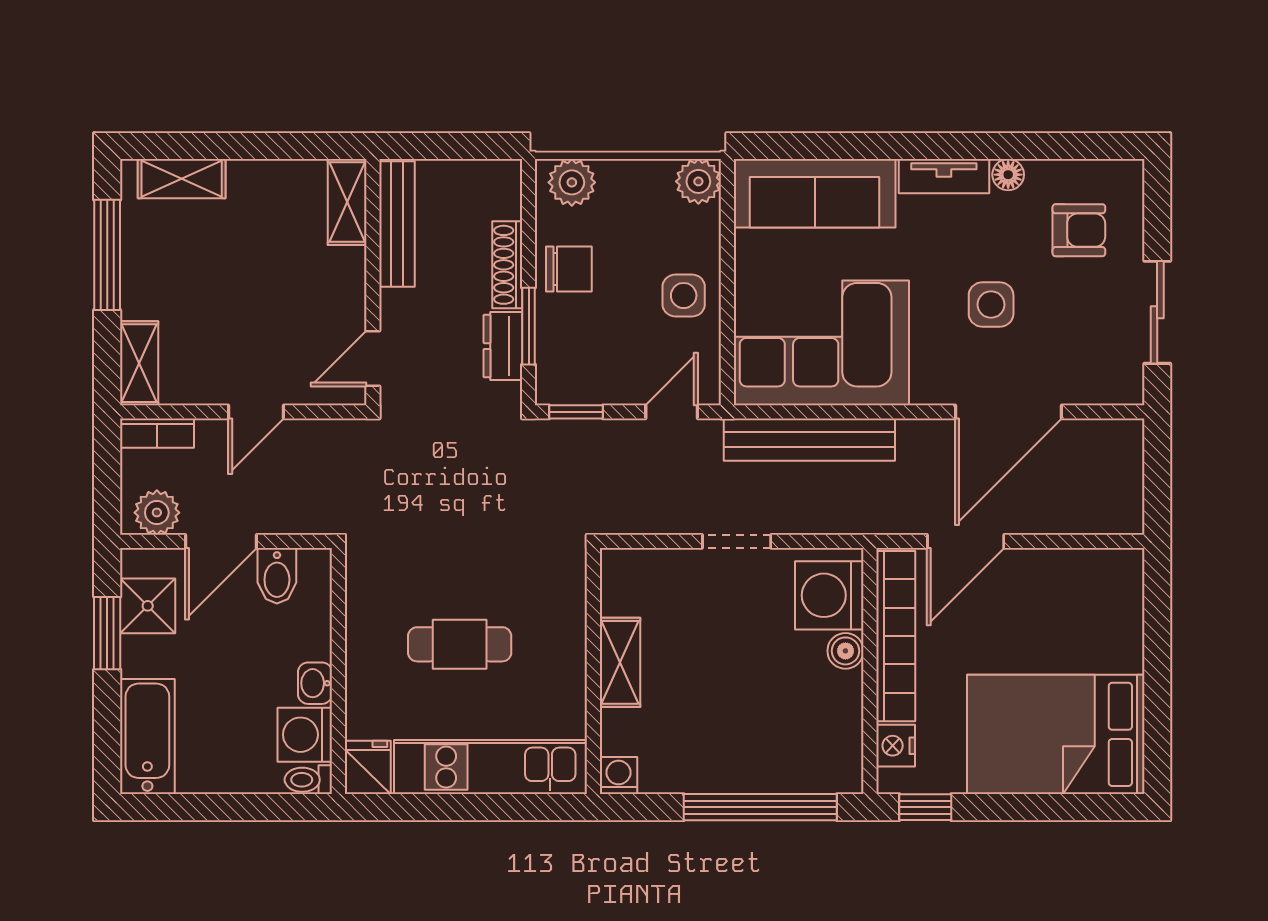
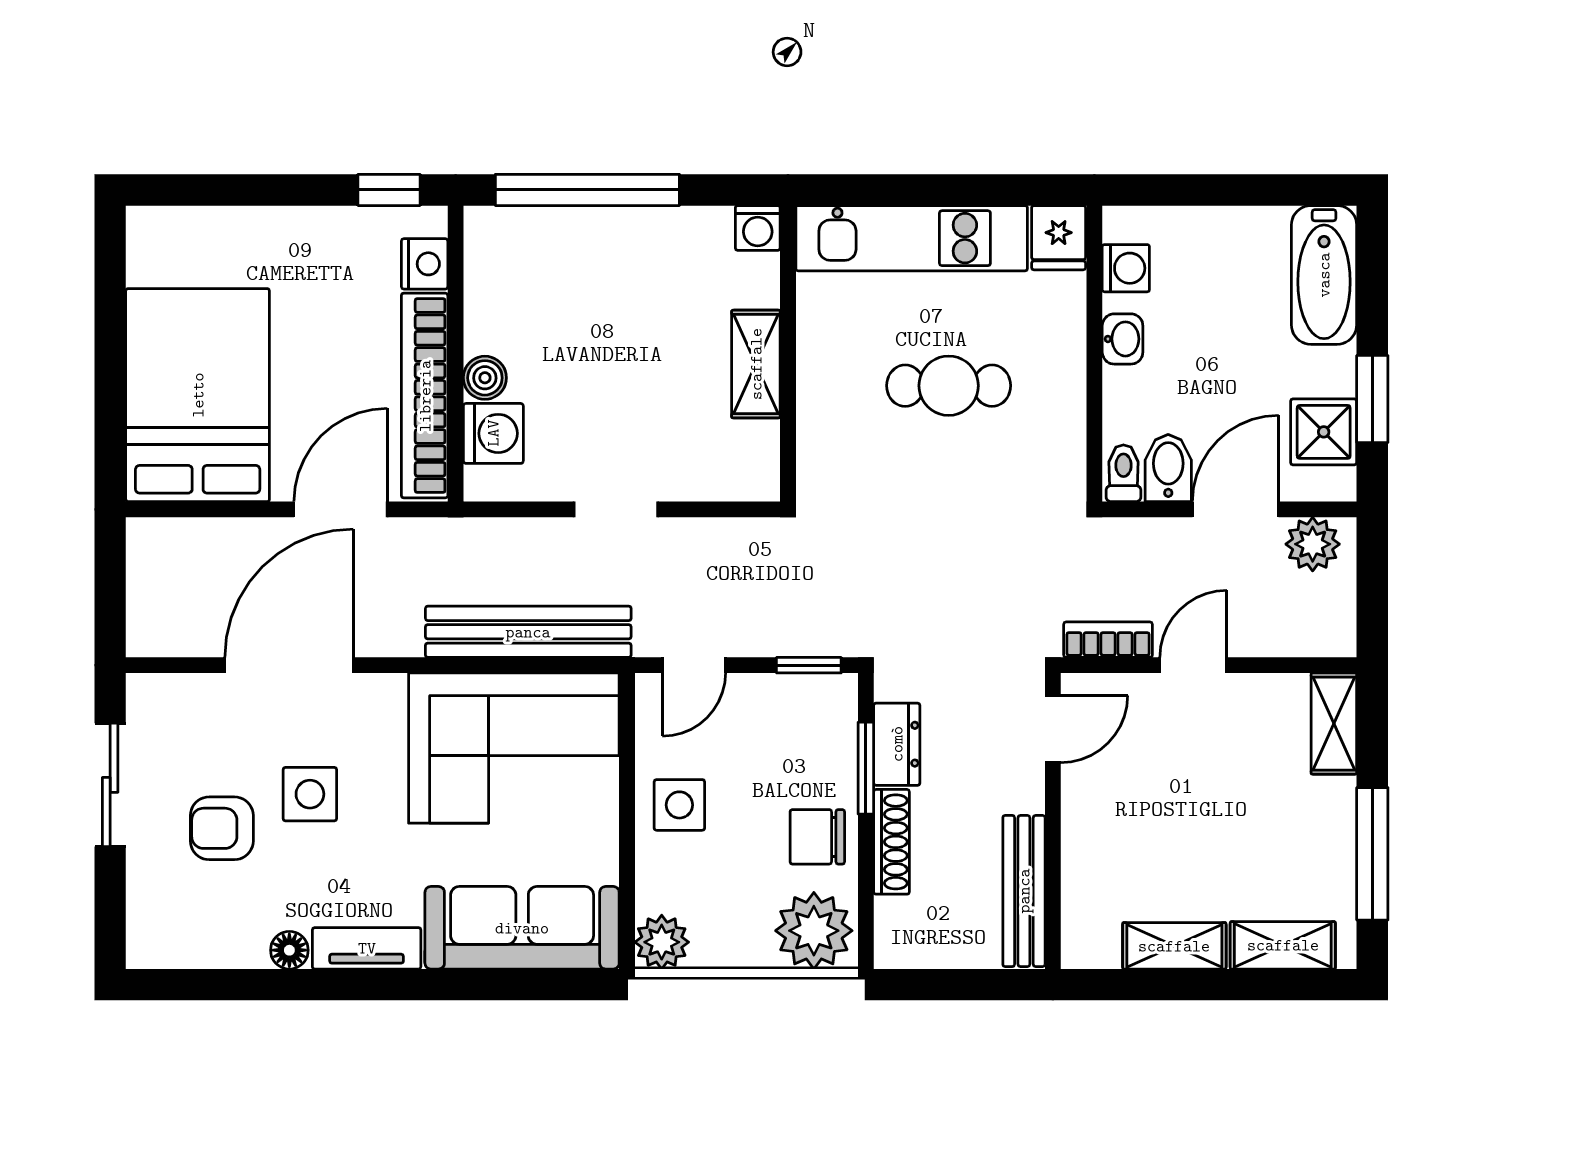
plant: (572, 182) -> (814, 931), width x1.36, depth x1.36
shelving: (347, 202) -> (1174, 946), moved, turned 90
armchair: (1079, 230) -> (222, 828), moved
bookcase: (157, 433) -> (1108, 640), moved
washing machine: (829, 595) -> (493, 433), width x0.73, depth x0.73
bed: (1056, 734) -> (198, 395), moved, turned -90
washing machine: (305, 735) -> (1126, 268), width x0.73, depth x0.73
toilet: (308, 780) -> (1123, 473), moved, turned -90

